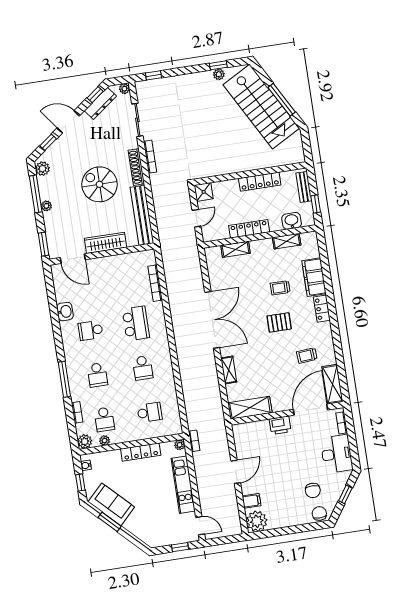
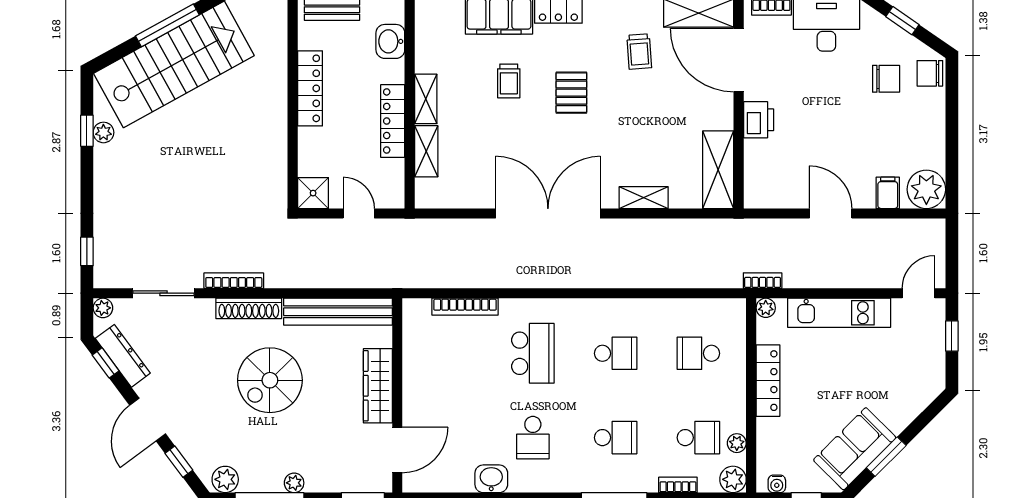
shelving: (287, 241) -> (426, 99), moved
school desk: (136, 323) -> (533, 353), turned 90
school desk: (150, 412) -> (698, 353), turned -90

